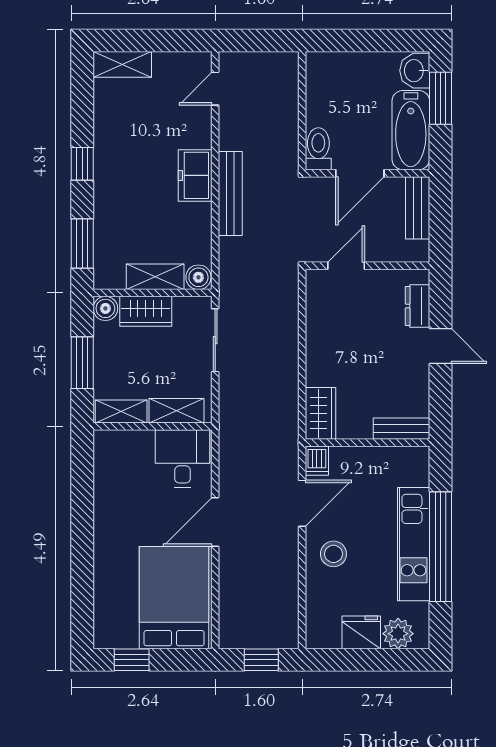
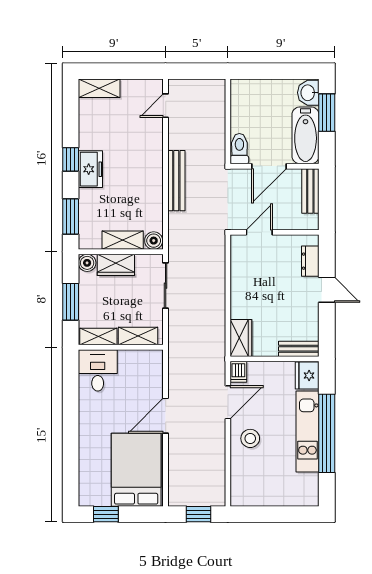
freezer: (195, 175) -> (90, 169), moved, turned 180
desk: (183, 459) -> (98, 370), moved
fridge: (361, 632) -> (307, 376), moved, turned -90
plant: (398, 634) -> (296, 495), removed

